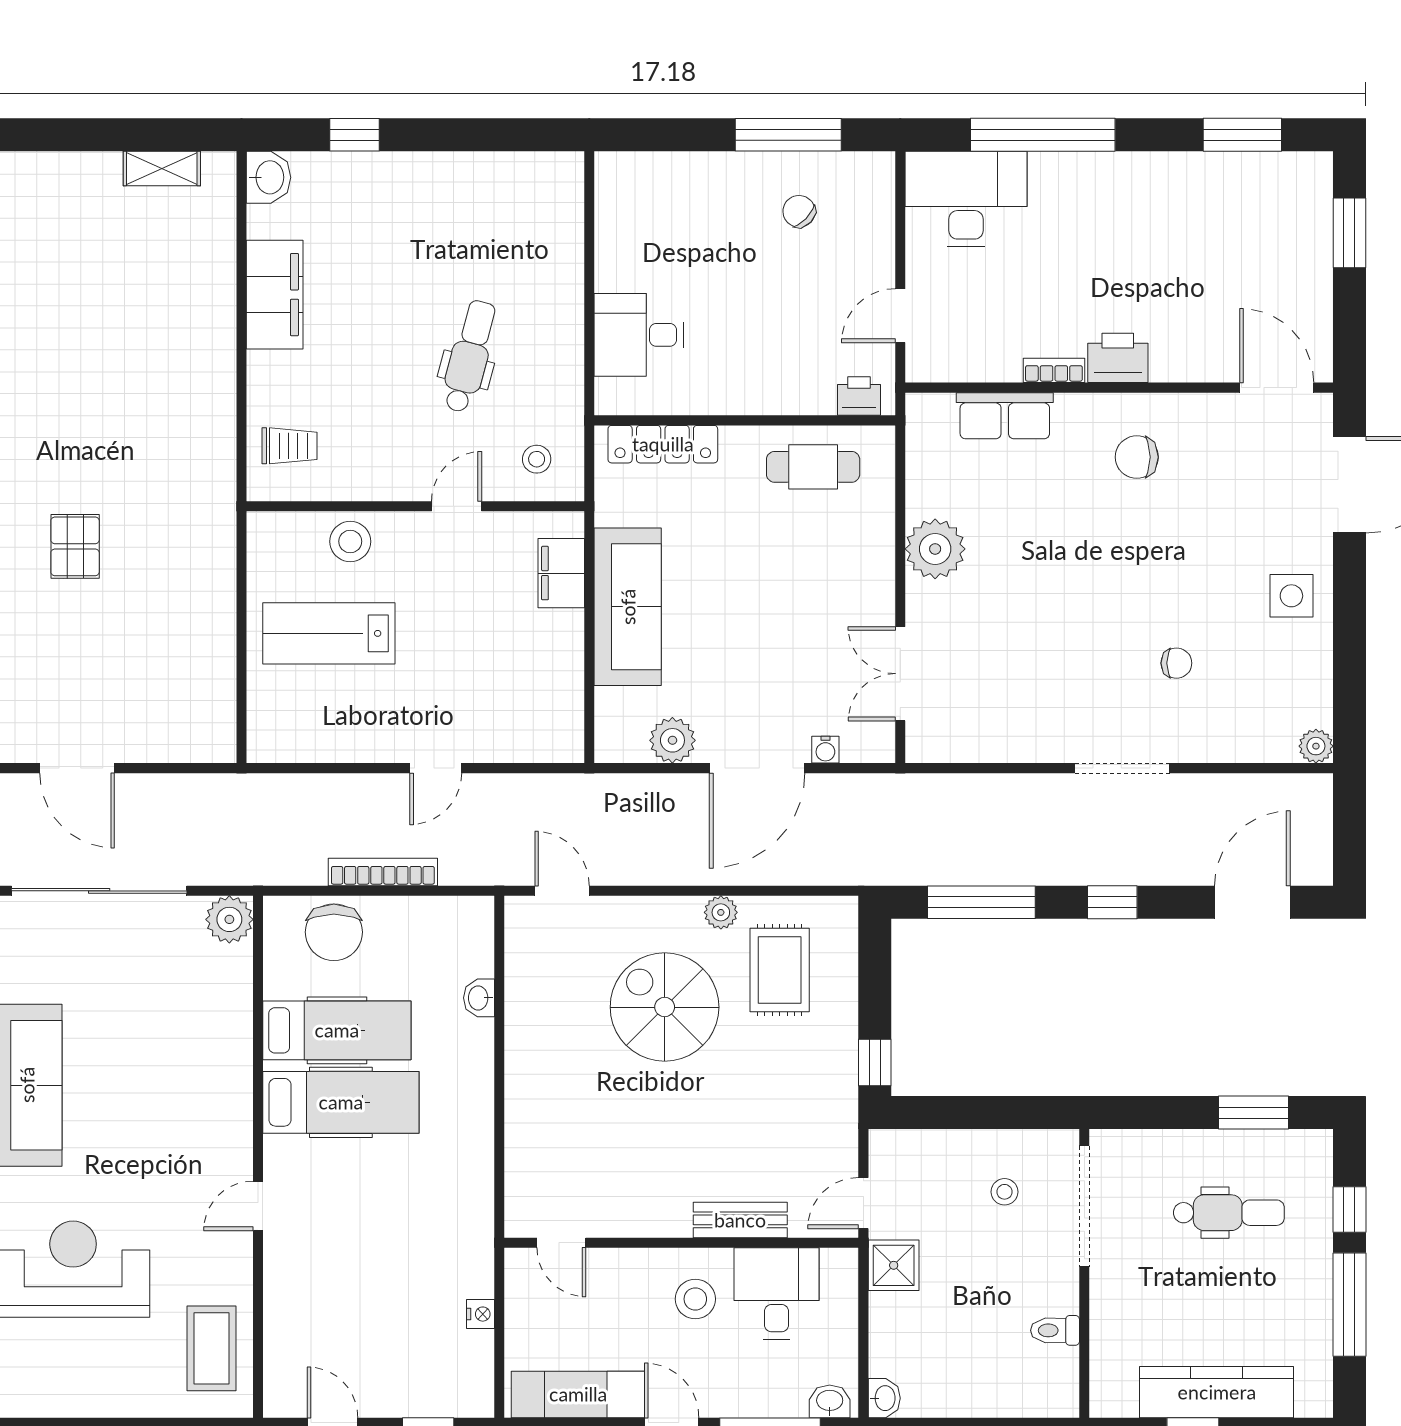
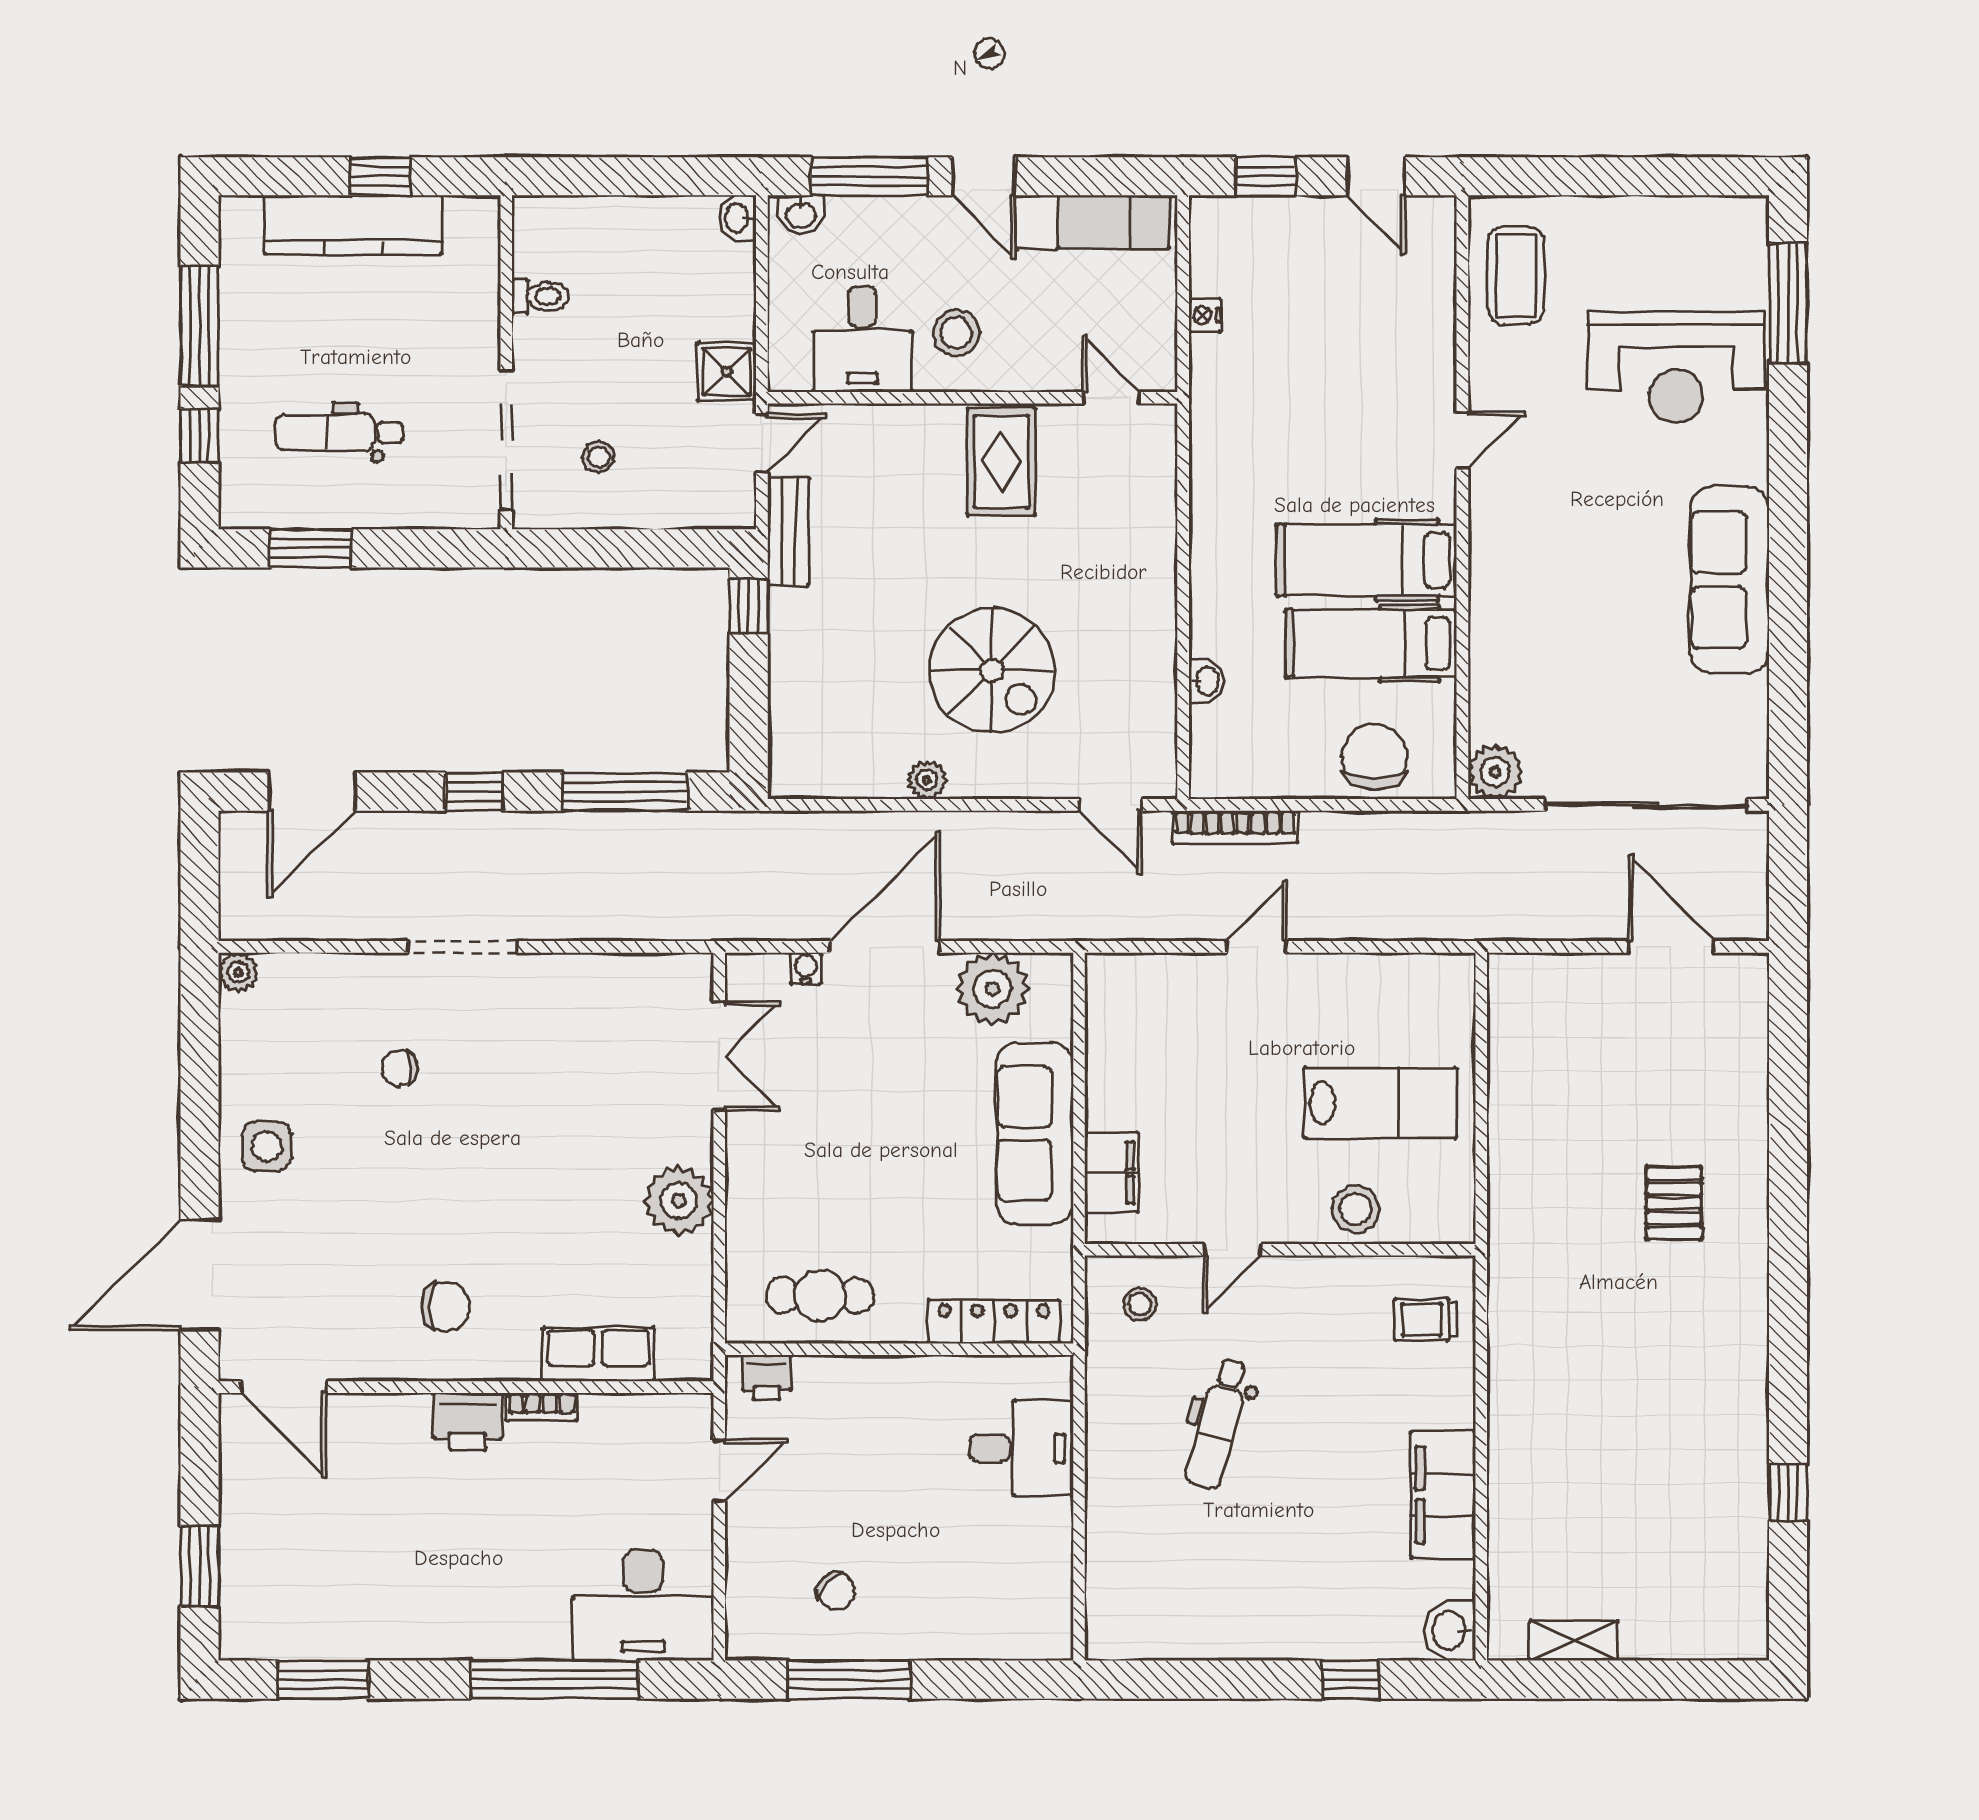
plant: (672, 740) -> (992, 989), width x1.36, depth x1.36
bookcase: (383, 872) -> (1235, 827), moved
rug: (780, 970) -> (1001, 462), moved
bench: (740, 1220) -> (788, 532), moved, turned 90

